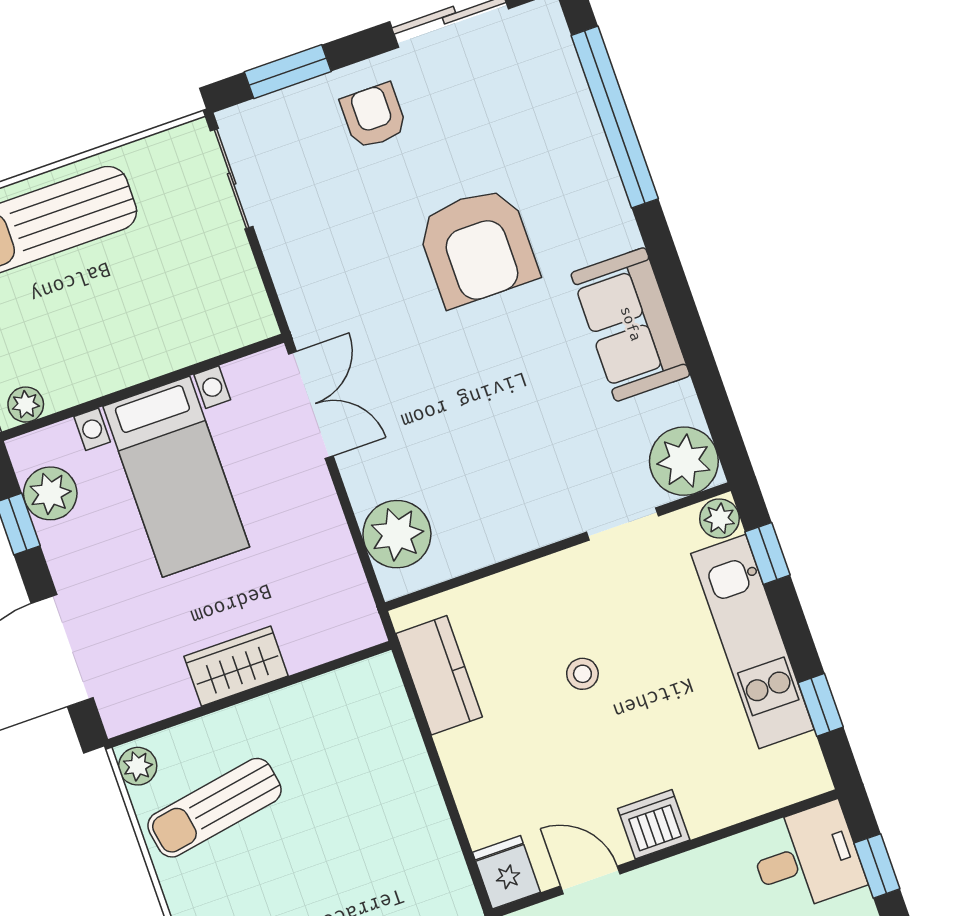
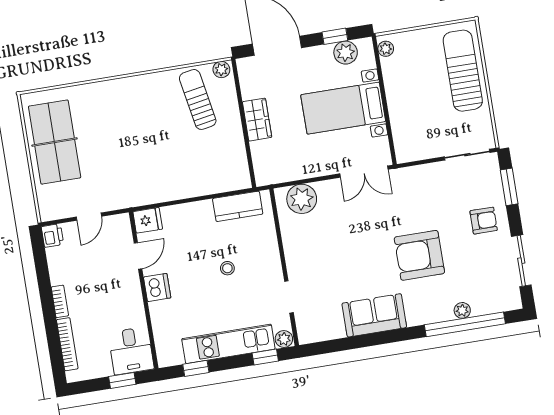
plant: (684, 461) -> (462, 310), moved, width x0.53, depth x0.53

